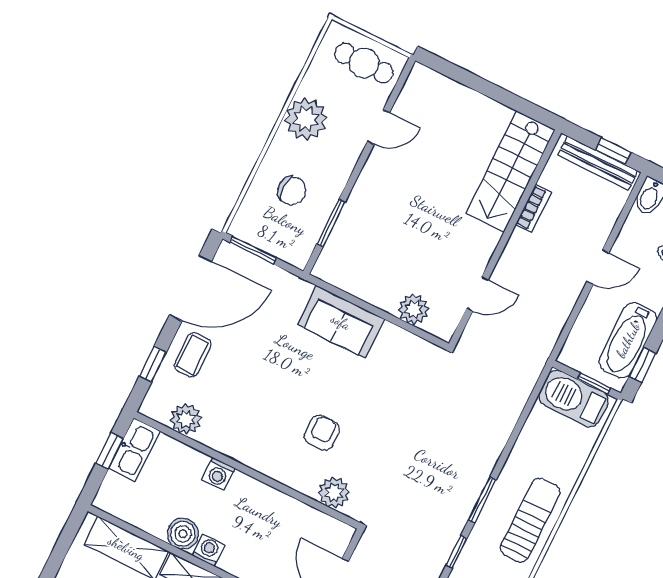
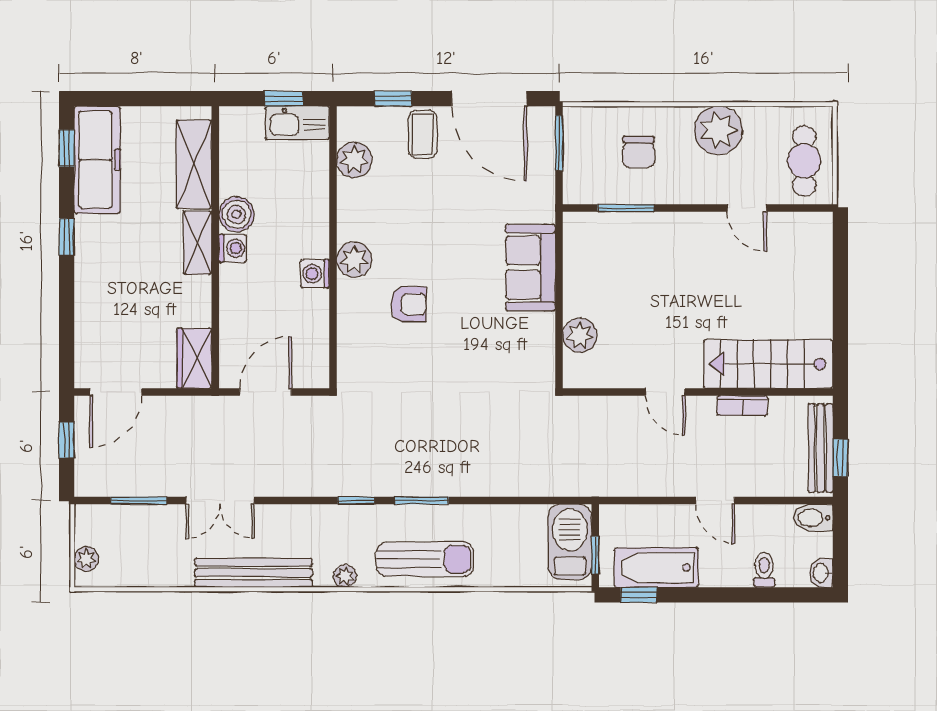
door: (477, 294) -> (665, 392), moved
coffee table: (193, 355) -> (423, 134), turned 90
washing machine: (218, 474) -> (315, 274), moved
plant: (334, 493) -> (354, 260), moved

